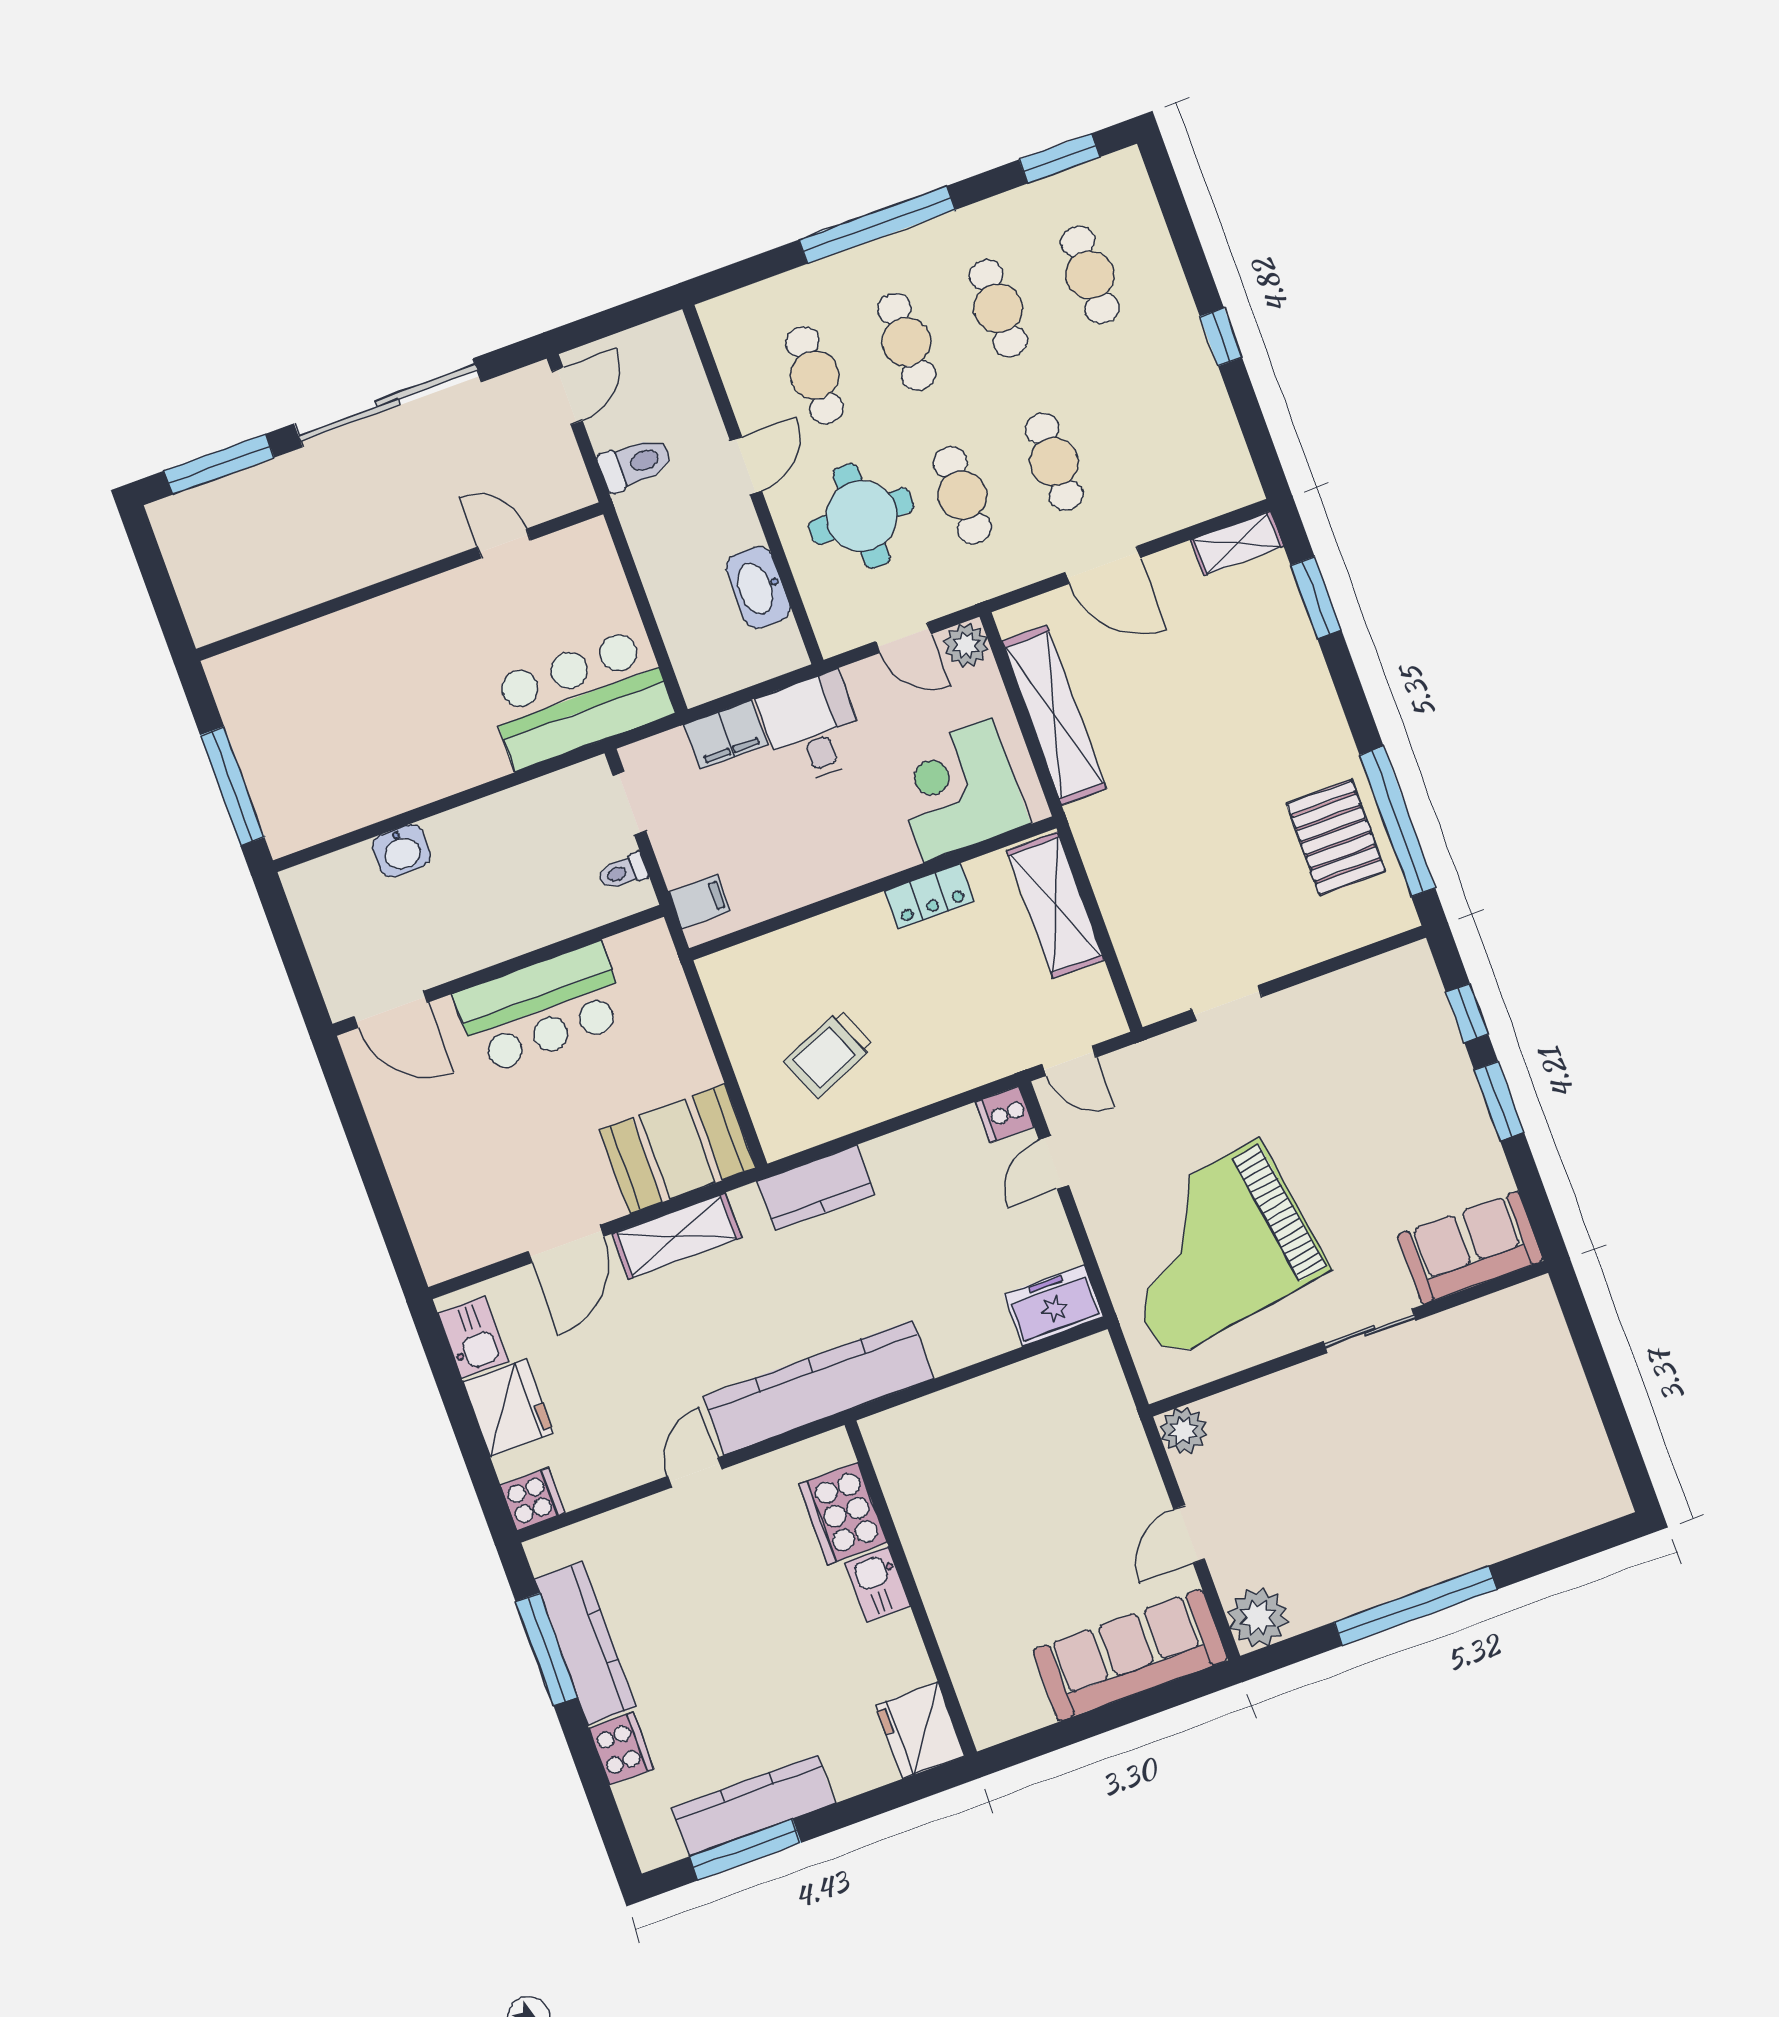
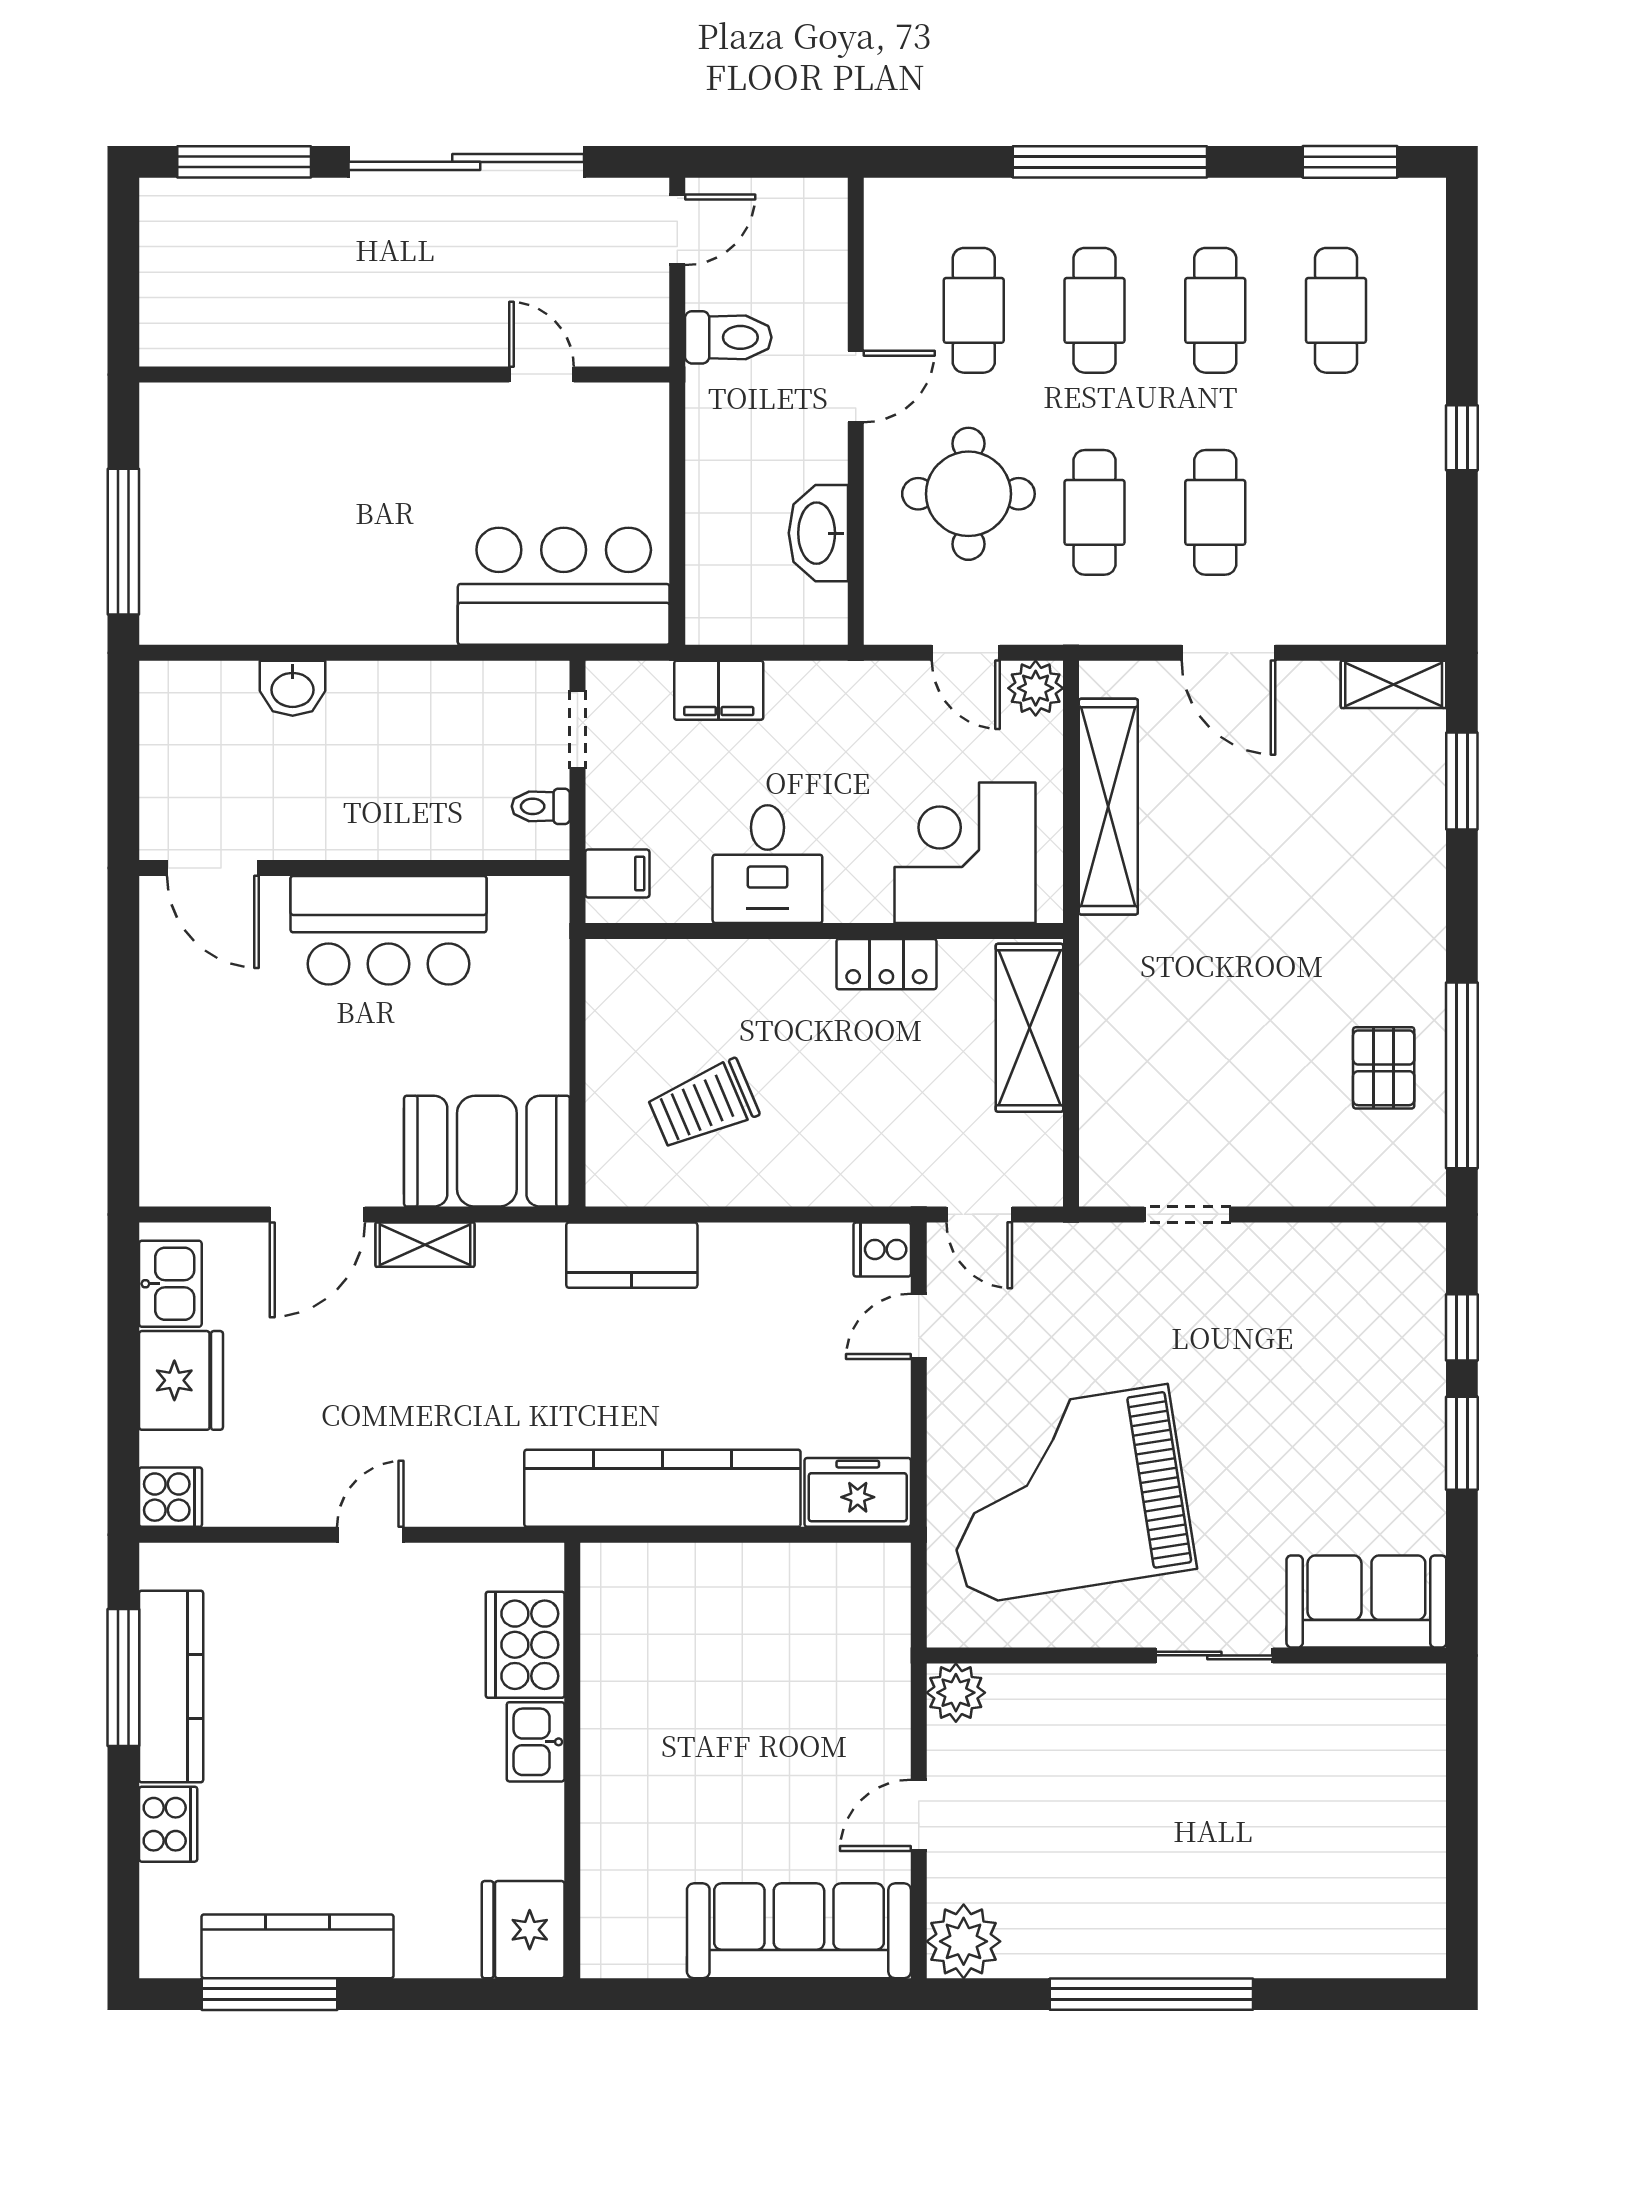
desk: (813, 728) -> (767, 864), moved, turned 180
pallet: (1336, 837) -> (1384, 1068), width x0.67, depth x0.71
shelving: (677, 1236) -> (425, 1245), width x0.67, depth x0.75
kitchen counter: (819, 1388) -> (662, 1488), moved

